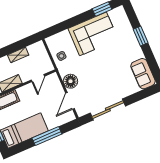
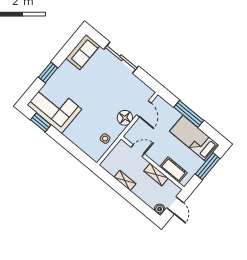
corner sofa: (93, 34) -> (54, 107), moved
door: (70, 101) -> (144, 109), hinge flipped
sliding door: (108, 110) -> (121, 58), moved

